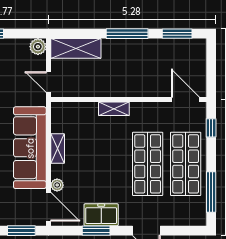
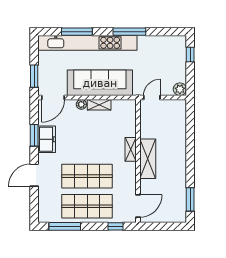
window: (127, 34) -> (190, 160), removed
shelving: (76, 48) -> (148, 159), moved
plant: (57, 185) -> (81, 104), moved

